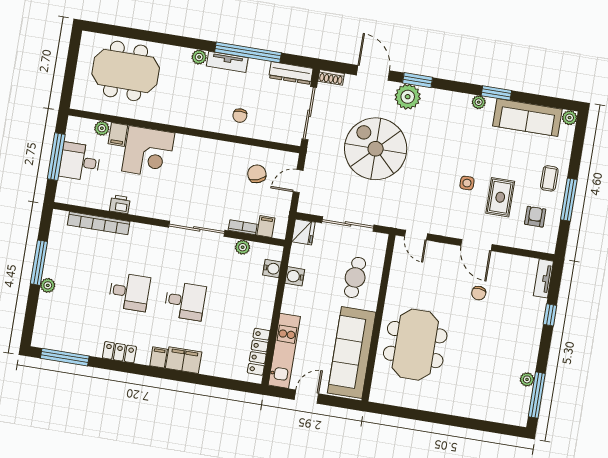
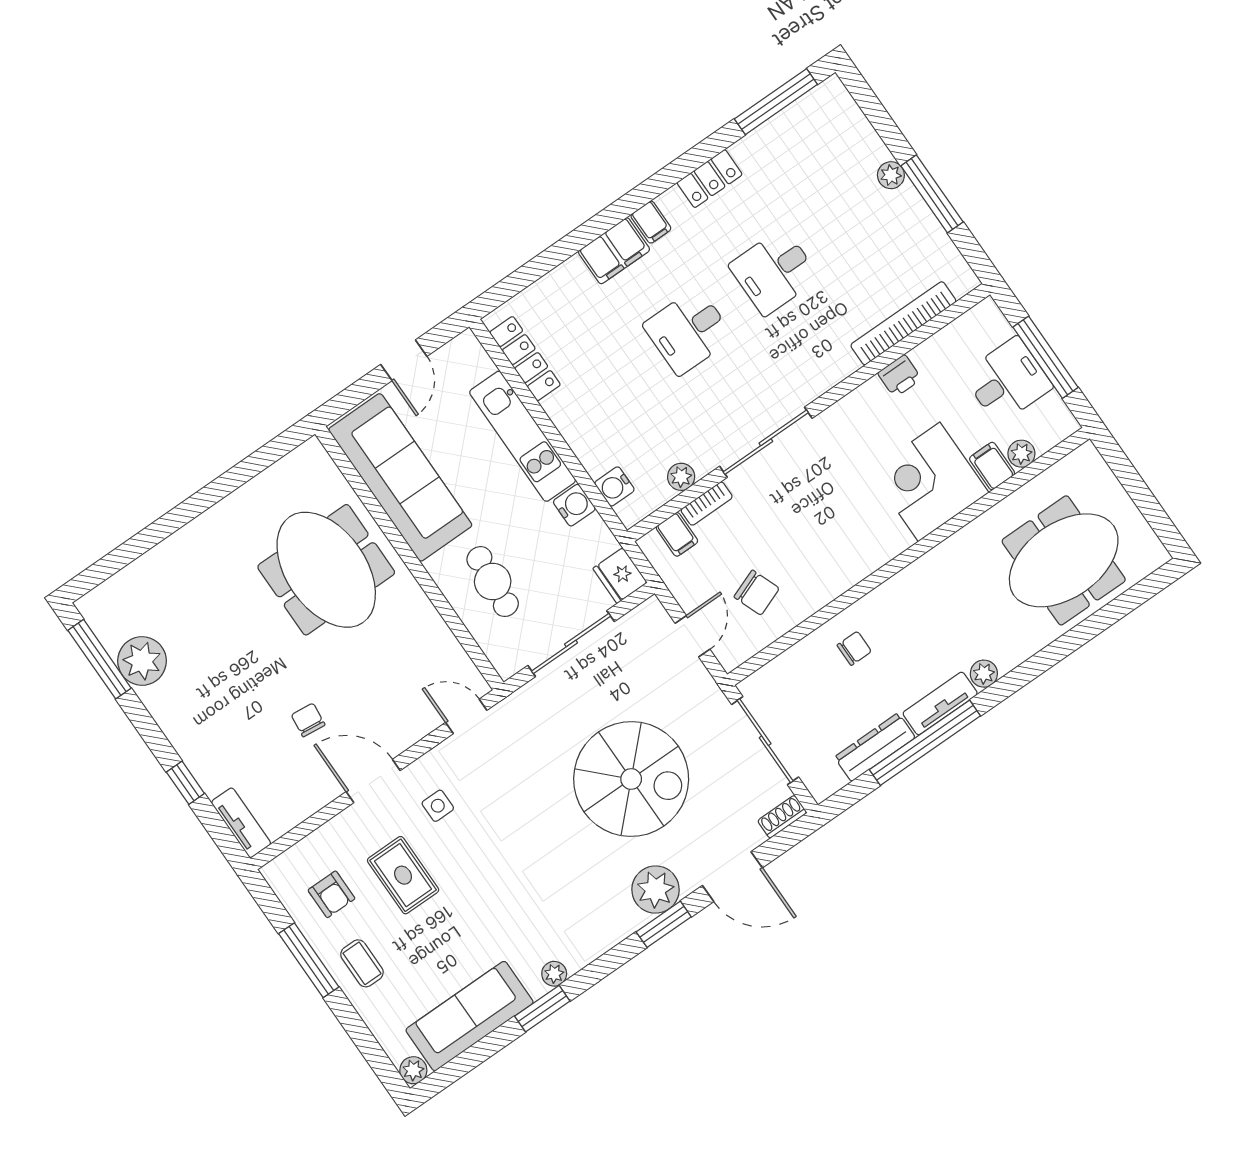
dresser: (291, 73) -> (875, 747), moved
chair: (240, 116) -> (854, 648), turned 90
side table: (467, 183) -> (438, 806), moved
kitchen unit: (284, 351) -> (523, 436), moved
plant: (527, 379) -> (142, 661), width x1.87, depth x1.87

